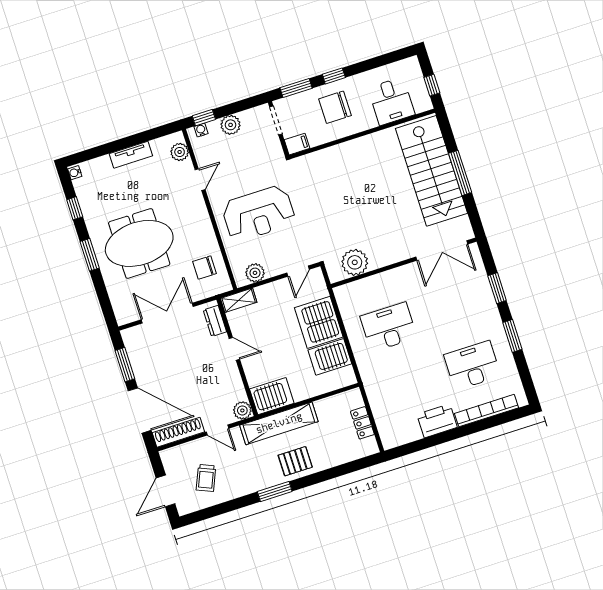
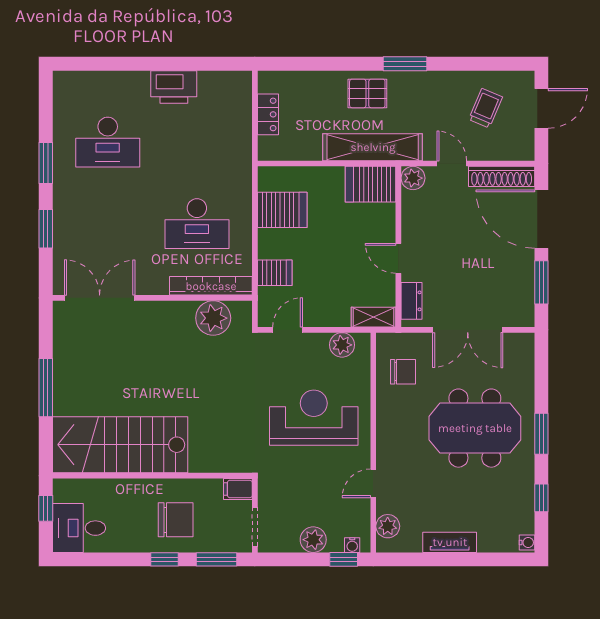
desk: (391, 101) -> (79, 528), moved, turned -90
stairs: (431, 171) -> (120, 445), moved, turned -90
server rack: (319, 322) -> (275, 273), width x0.46, depth x0.70
bookcase: (486, 411) -> (211, 286), moved, turned 180

